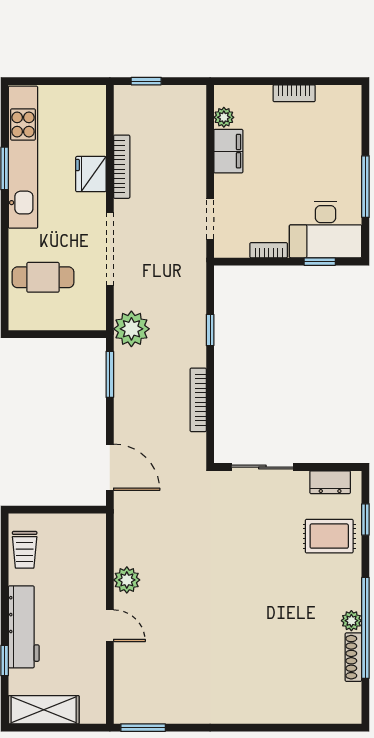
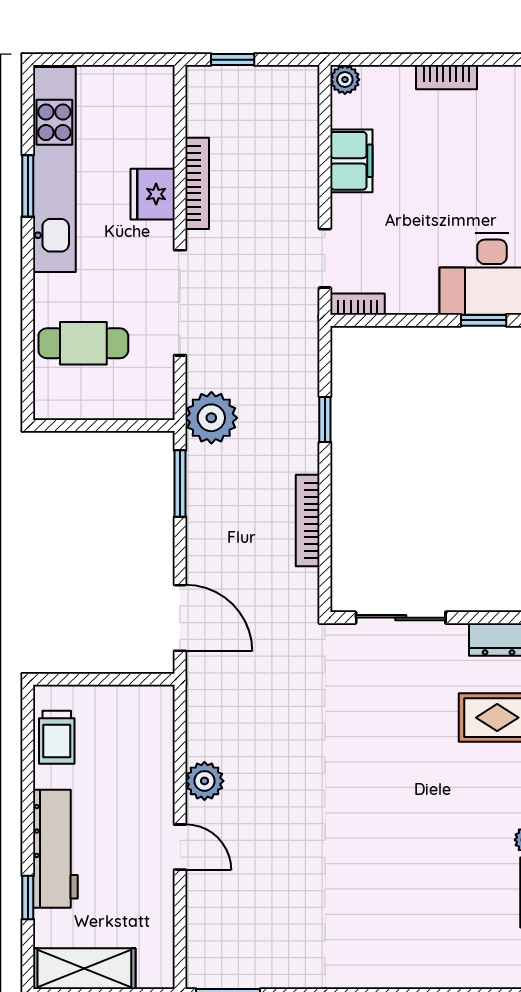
plant: (224, 117) -> (345, 80), moved
bookcase: (269, 250) -> (358, 304), moved

